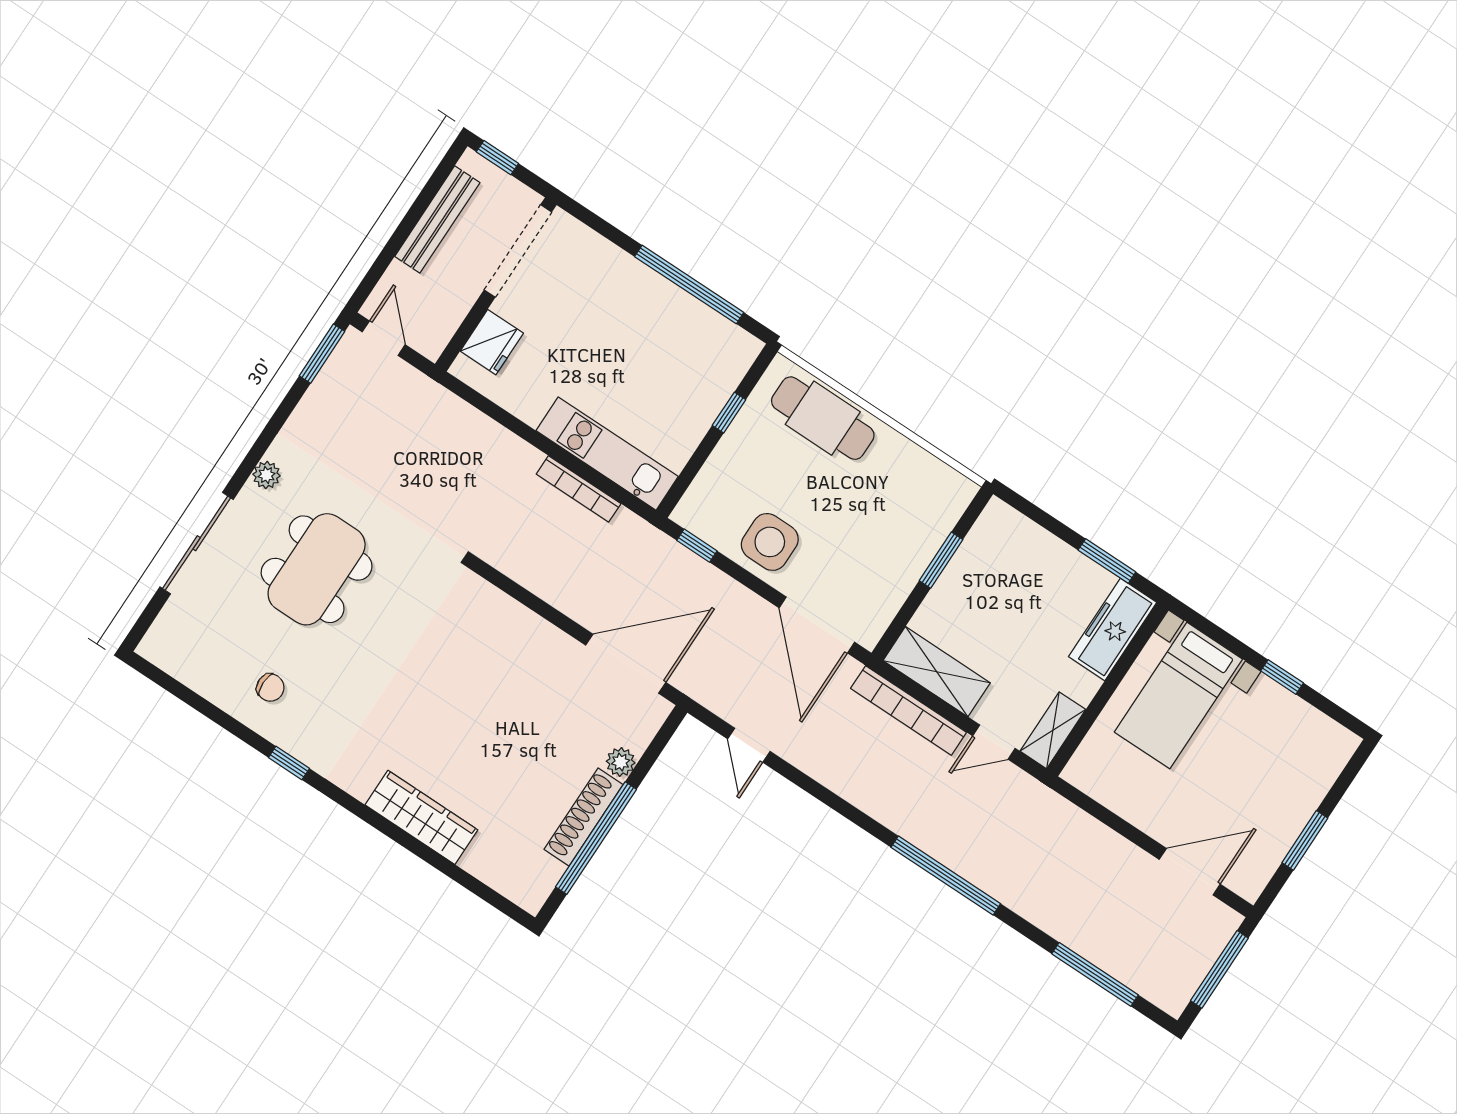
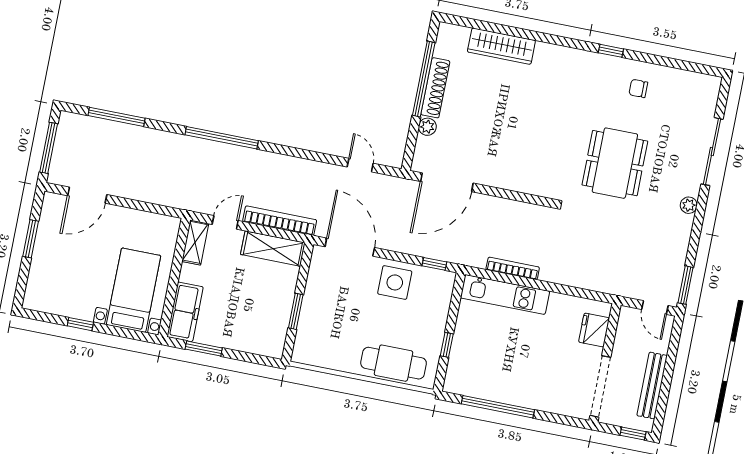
dining table: (317, 569) -> (615, 163), moved
wardrobe: (421, 817) -> (501, 46), moved

